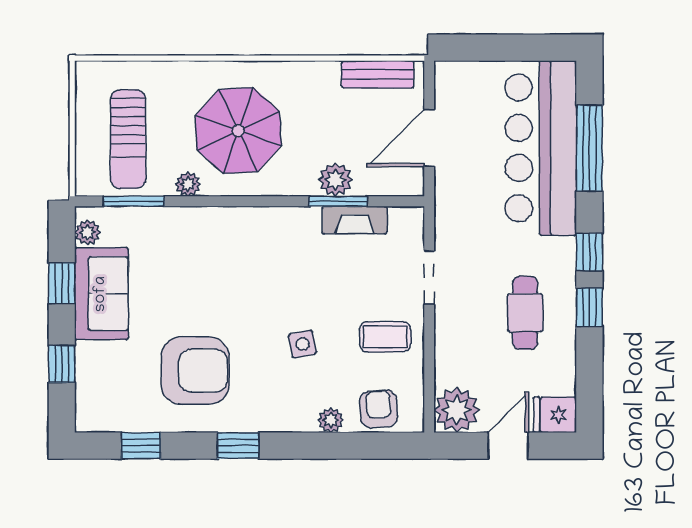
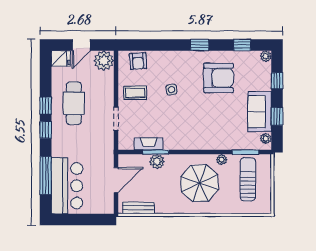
bar counter: (541, 148) -> (67, 186), width x0.73
cafe table: (525, 313) -> (74, 103), width x1.37, depth x1.35
armchair: (195, 371) -> (219, 78), turned 180
plant: (331, 420) -> (266, 56), moved

